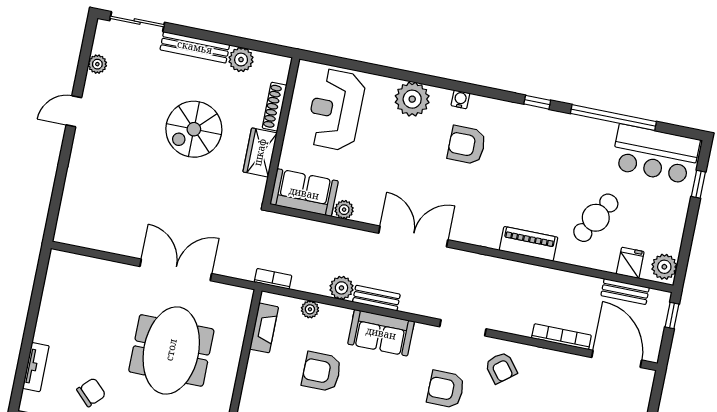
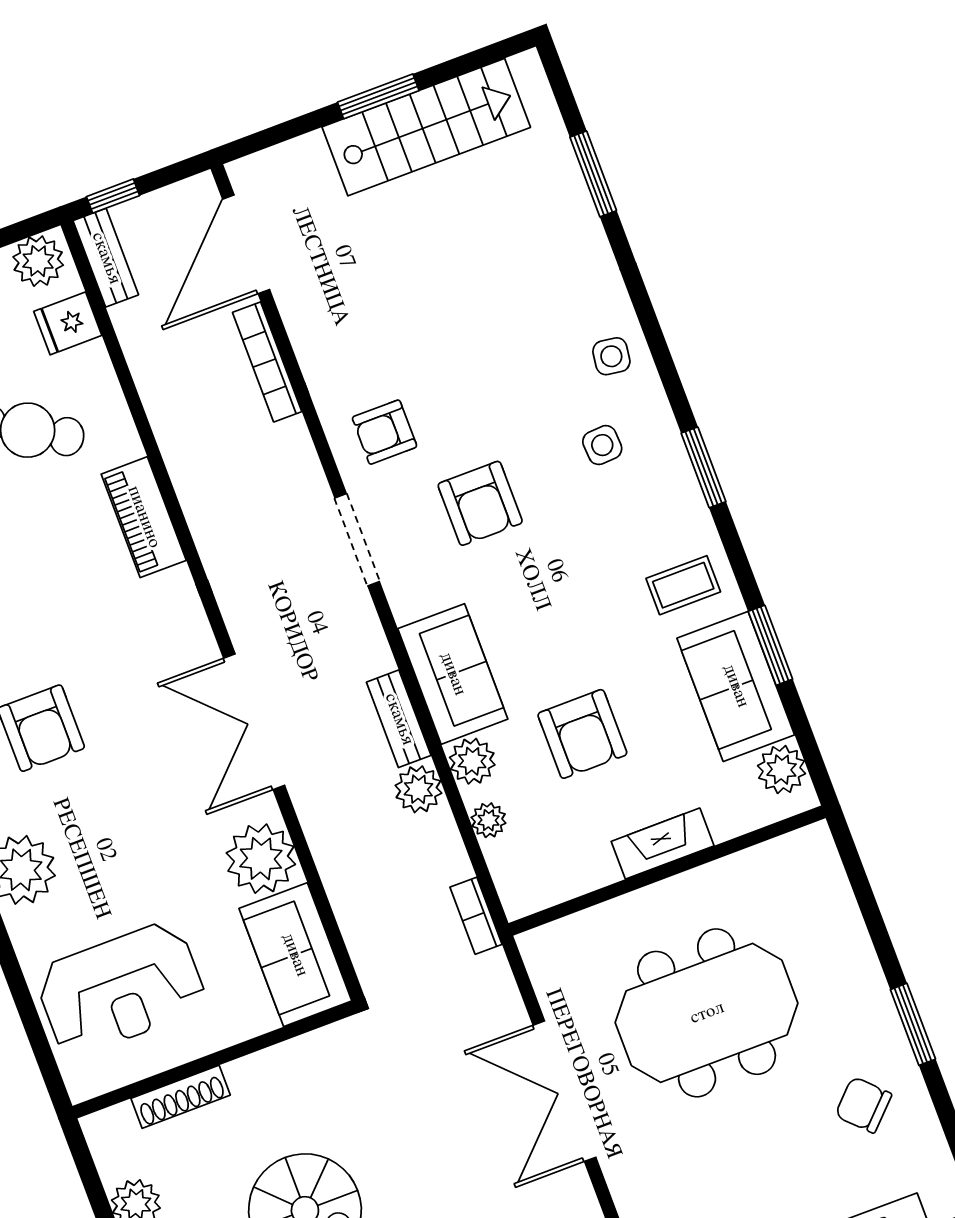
wardrobe: (260, 152) -> (274, 1073), removed
plant: (344, 210) -> (261, 859), width x1.87, depth x1.87
bench: (625, 292) -> (106, 258), moved
plant: (339, 318) -> (472, 761), added
fireplace: (264, 328) -> (663, 844), moved
armchair: (501, 368) -> (385, 432), turned -142

